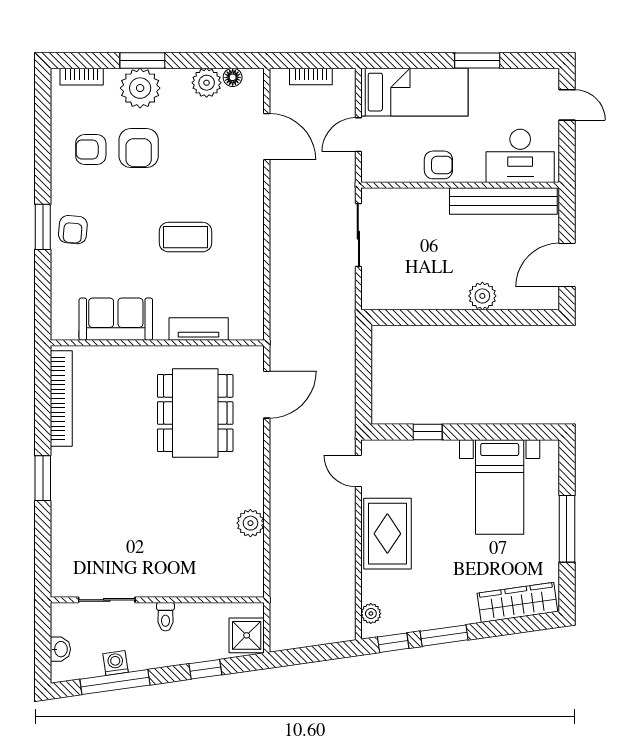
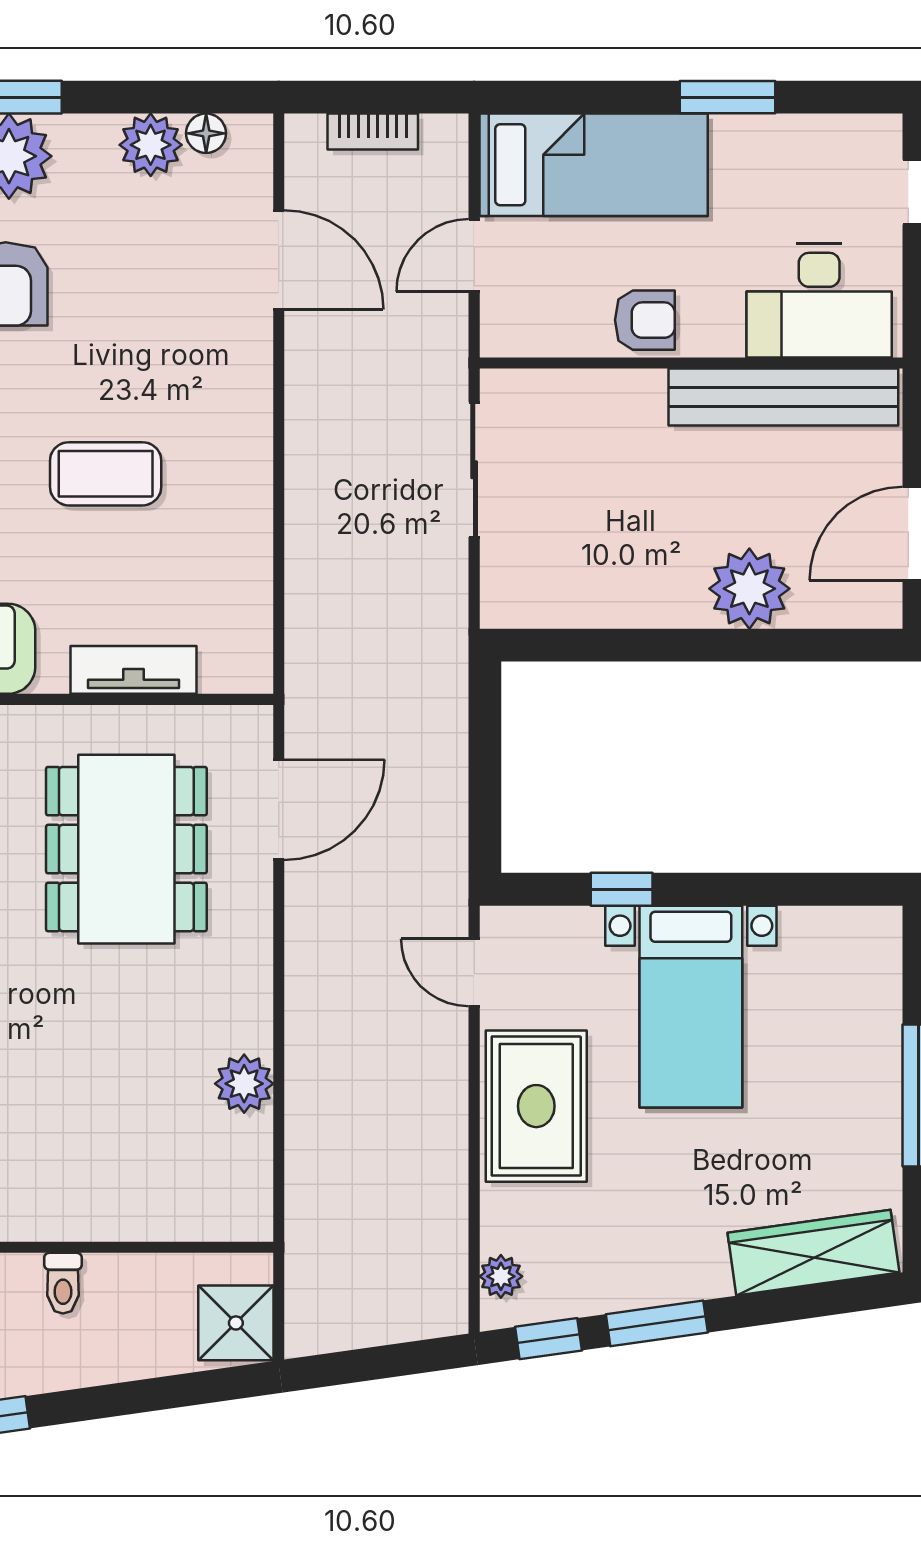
plant: (482, 296) -> (749, 589), width x1.36, depth x1.36
bed with nightstands: (500, 487) -> (691, 1007), moved
window: (205, 669) -> (148, 1395), removed

